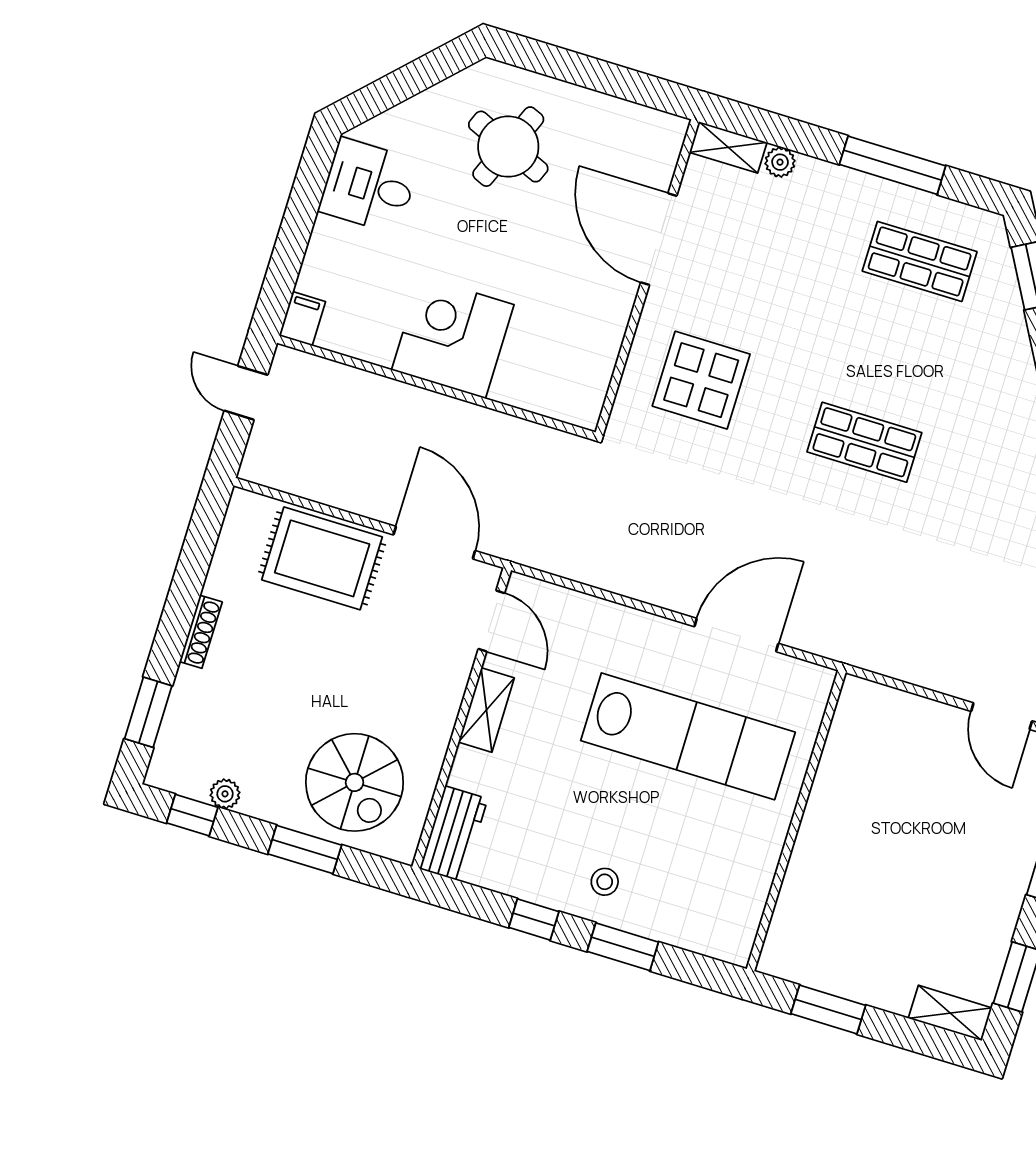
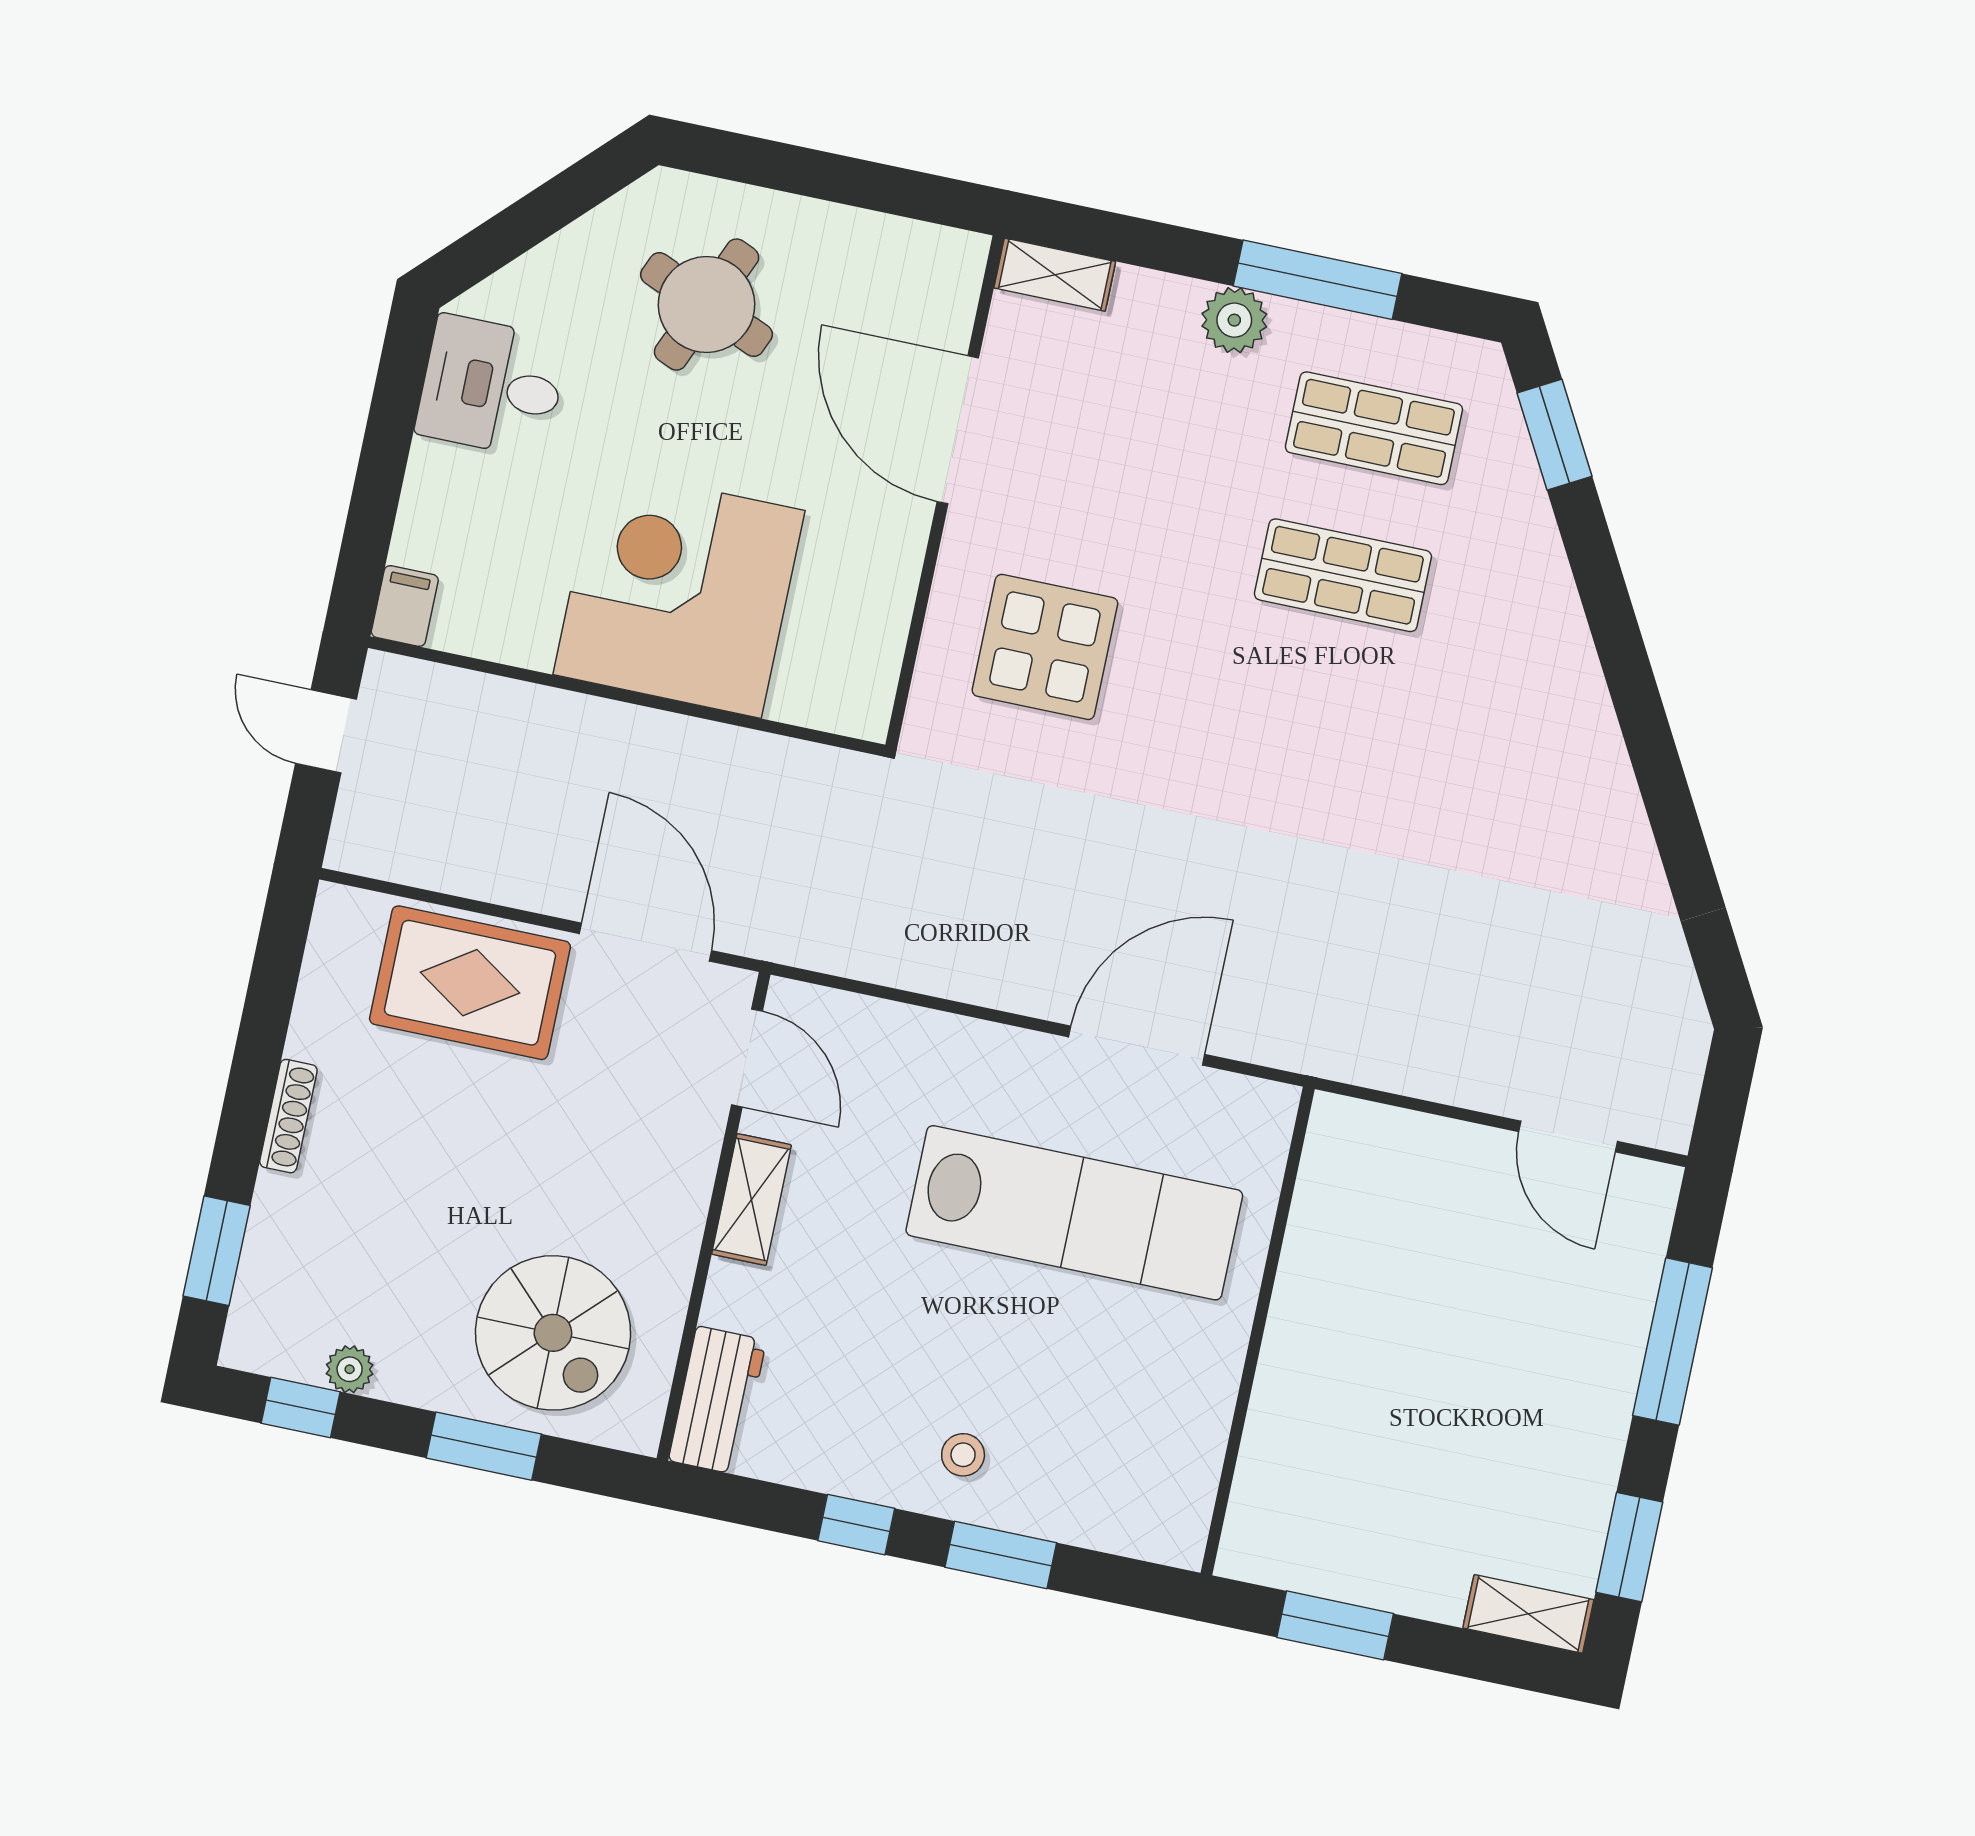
plant: (780, 162) -> (1234, 320), moved, width x1.38, depth x1.38
corner desk: (453, 337) -> (679, 593), width x1.36, depth x1.36
shop shelf: (864, 442) -> (1343, 575), moved

